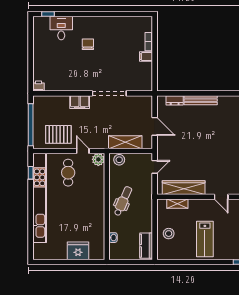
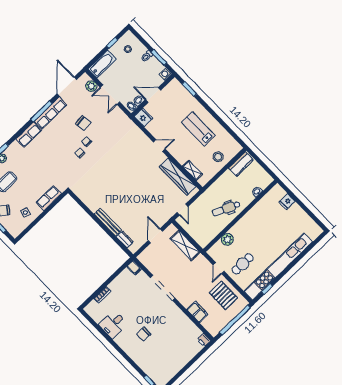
desk: (61, 28) -> (113, 324), moved
filing cabinet: (146, 57) -> (134, 268), moved
filing cabinet: (80, 102) -> (197, 312), moved
plant: (98, 159) -> (227, 239), moved
stool: (119, 160) -> (201, 238), removed
door: (155, 167) -> (182, 210), swing flipped
door: (221, 197) -> (159, 146), hinge flipped
lab bench: (205, 239) -> (198, 129), turned -90
fridge: (78, 251) -> (287, 202), width x0.53, depth x0.75

